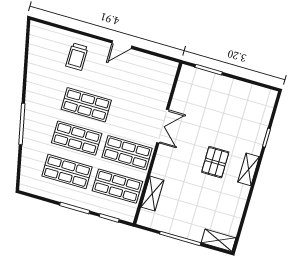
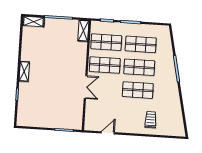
door: (122, 45) -> (108, 133), moved
double door: (163, 126) -> (86, 87), swing flipped
pallet: (215, 162) -> (47, 71), removed
shelving: (152, 194) -> (83, 31), moved

